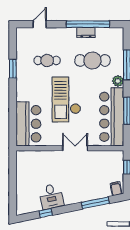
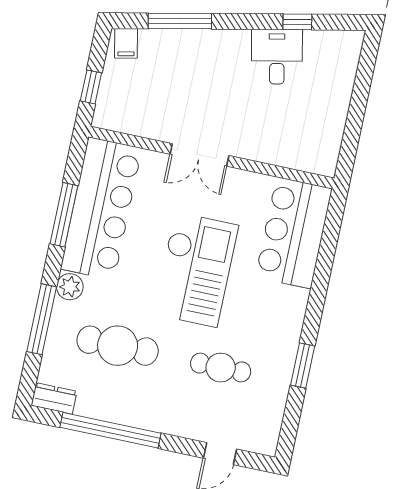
dresser: (86, 33) -> (54, 398), moved

